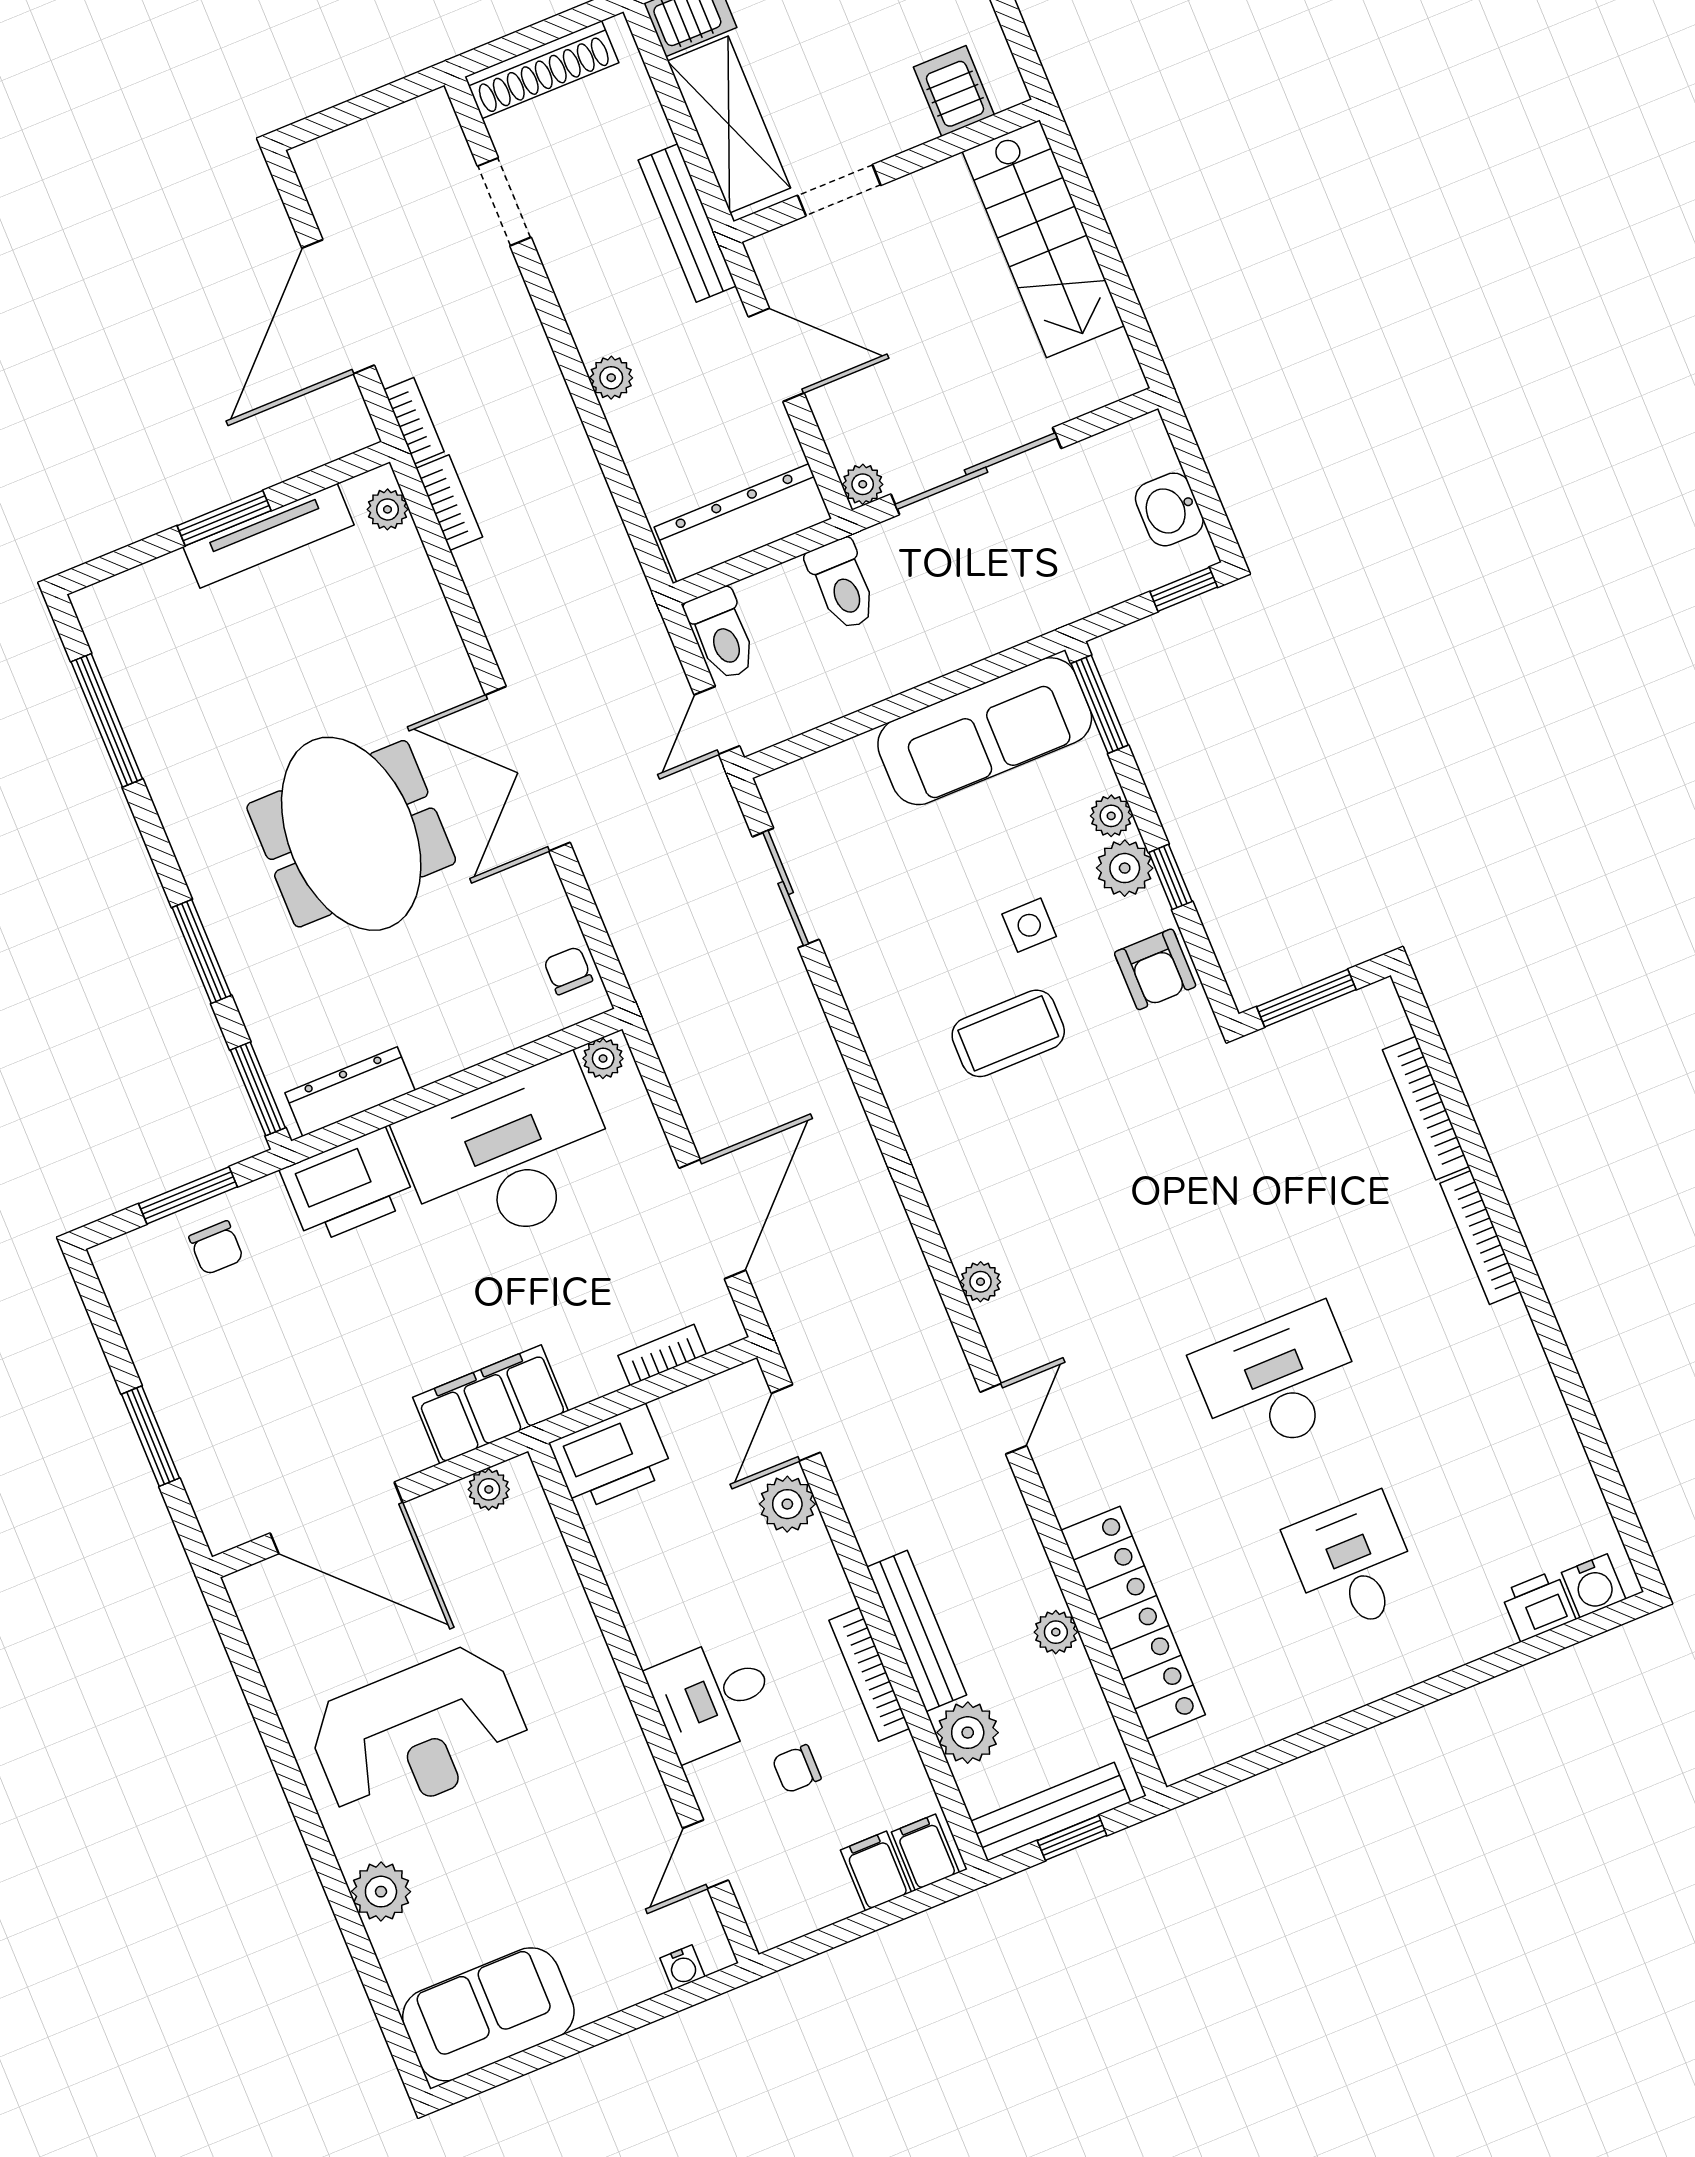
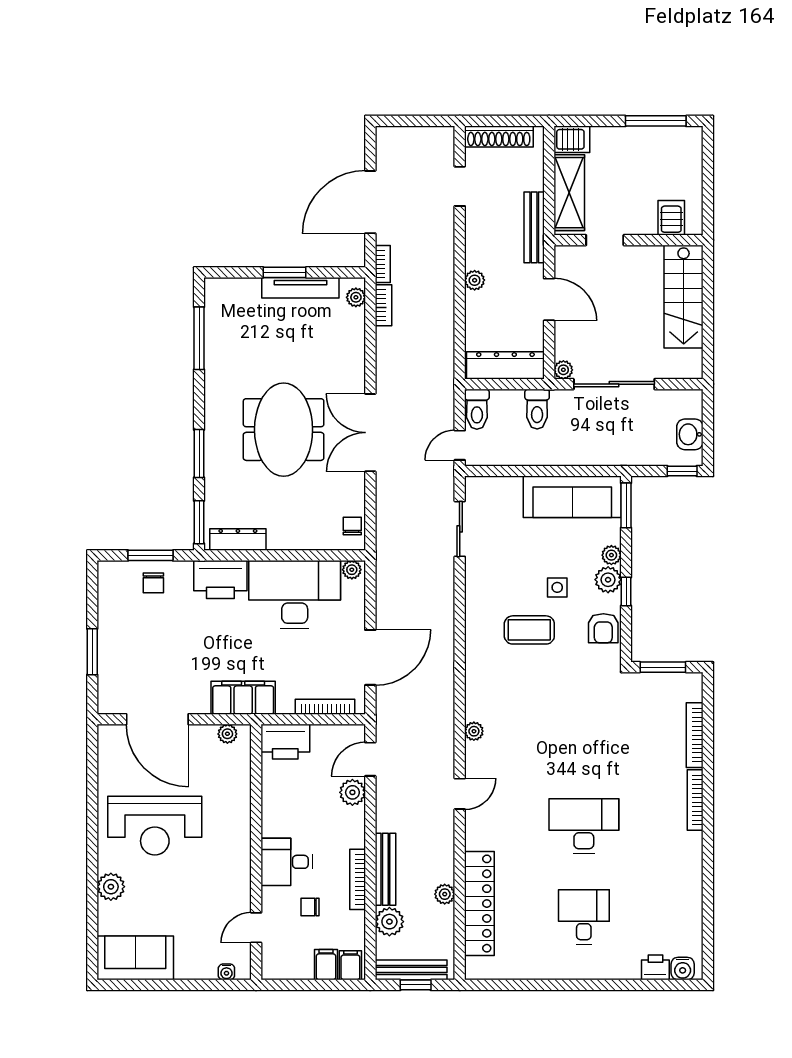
bookcase: (662, 1355) -> (325, 707), width x1.56

